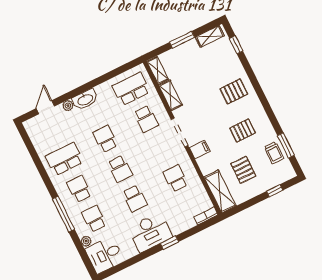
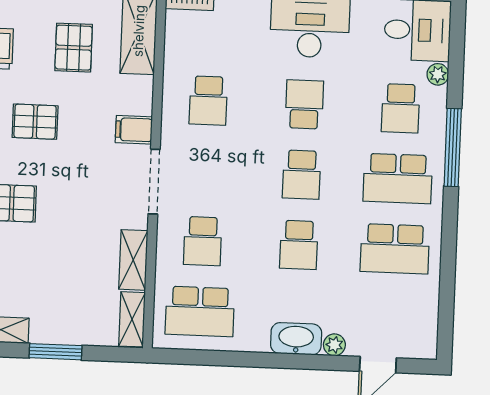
school desk: (146, 119) -> (203, 241), turned 180
school desk: (120, 169) -> (302, 175), turned 180
school desk: (79, 189) -> (398, 179), width x1.85

